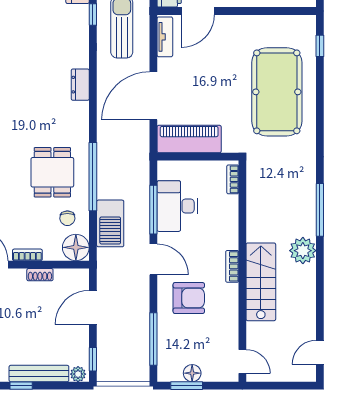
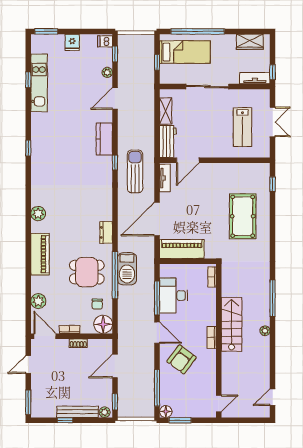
dresser: (80, 85) -> (106, 232), moved
pool table: (277, 92) -> (243, 216), width x0.73, depth x0.76
dining table: (52, 172) -> (87, 272), turned 90
barbecue: (110, 223) -> (127, 269), moved
plant: (303, 251) -> (265, 331), width x0.53, depth x0.53
stairs: (261, 282) -> (232, 324), moved
armchair: (189, 298) -> (182, 359), turned 127
door: (242, 361) -> (219, 403), hinge flipped
floor lamp: (192, 373) -> (166, 412), moved

